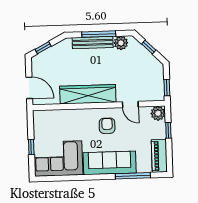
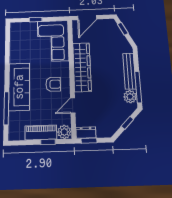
window: (99, 34) -> (138, 87), moved
dresser: (159, 91) -> (86, 133), added
piano: (159, 156) -> (41, 132), moved
corner sofa: (58, 158) -> (53, 41), moved, turned 180

